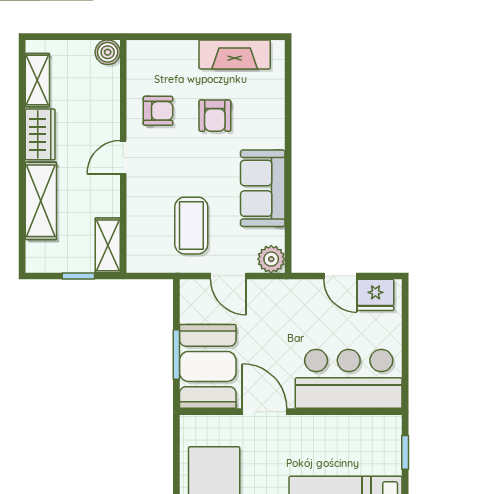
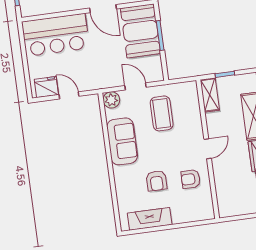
boiler: (108, 52) -> (225, 210), removed
armchair: (215, 116) -> (156, 181), turned 180

